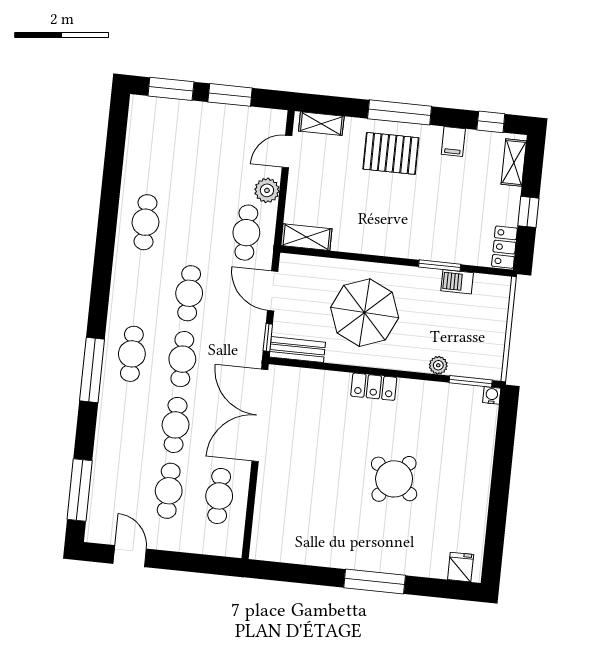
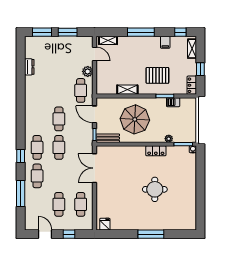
door: (287, 152) -> (95, 54), swing flipped
pallet: (391, 153) -> (157, 75), moved
dresser: (133, 166) -> (29, 67), added
cafe table: (145, 222) -> (37, 90), removed
shelving: (306, 237) -> (127, 90), moved
window: (92, 370) -> (21, 156), width x0.46
locker: (374, 387) -> (156, 151), moved
double door: (260, 415) -> (95, 168), width x0.73
cafe table: (176, 425) -> (37, 176), moved
round table: (394, 479) -> (155, 189), turned -38
window: (80, 490) -> (21, 193), moved
window: (185, 562) -> (69, 234), added
fridge: (461, 567) -> (105, 224), moved

